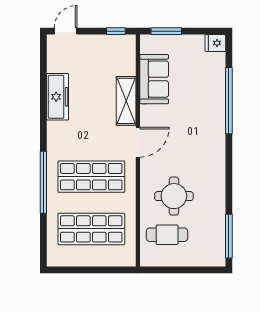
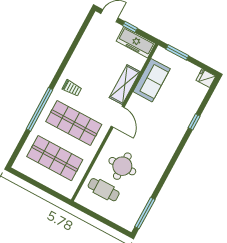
window: (116, 31) -> (130, 27), moved
freezer: (58, 97) -> (136, 42), moved, turned 90
window: (229, 101) -> (194, 122), width x0.32
trolley: (67, 138) -> (72, 88), added
door: (138, 142) -> (118, 117), hinge flipped

